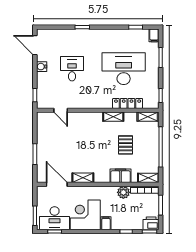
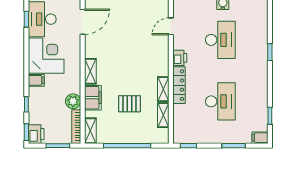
desk: (72, 69) -> (220, 40), width x1.37
desk: (124, 69) -> (220, 101), width x0.73, depth x0.77
printer: (87, 103) -> (180, 58), added
locker: (128, 103) -> (179, 85), moved
shelving: (148, 117) -> (163, 115), moved
shelving: (83, 178) -> (90, 71), moved

